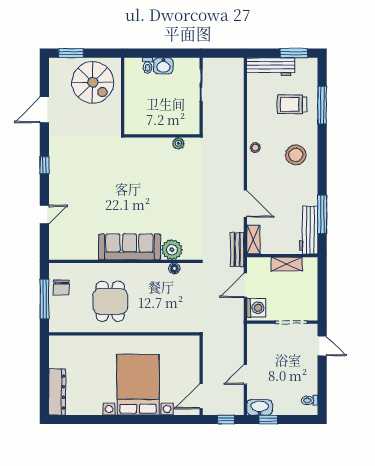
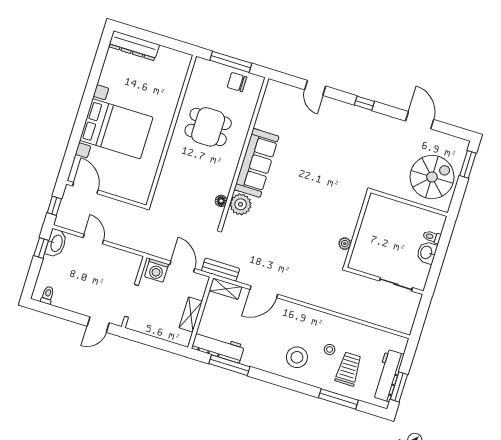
workbench: (271, 67) -> (388, 375), moved
spiral stairs: (93, 82) -> (432, 177), turned 180
stool: (255, 148) -> (330, 349), moved

